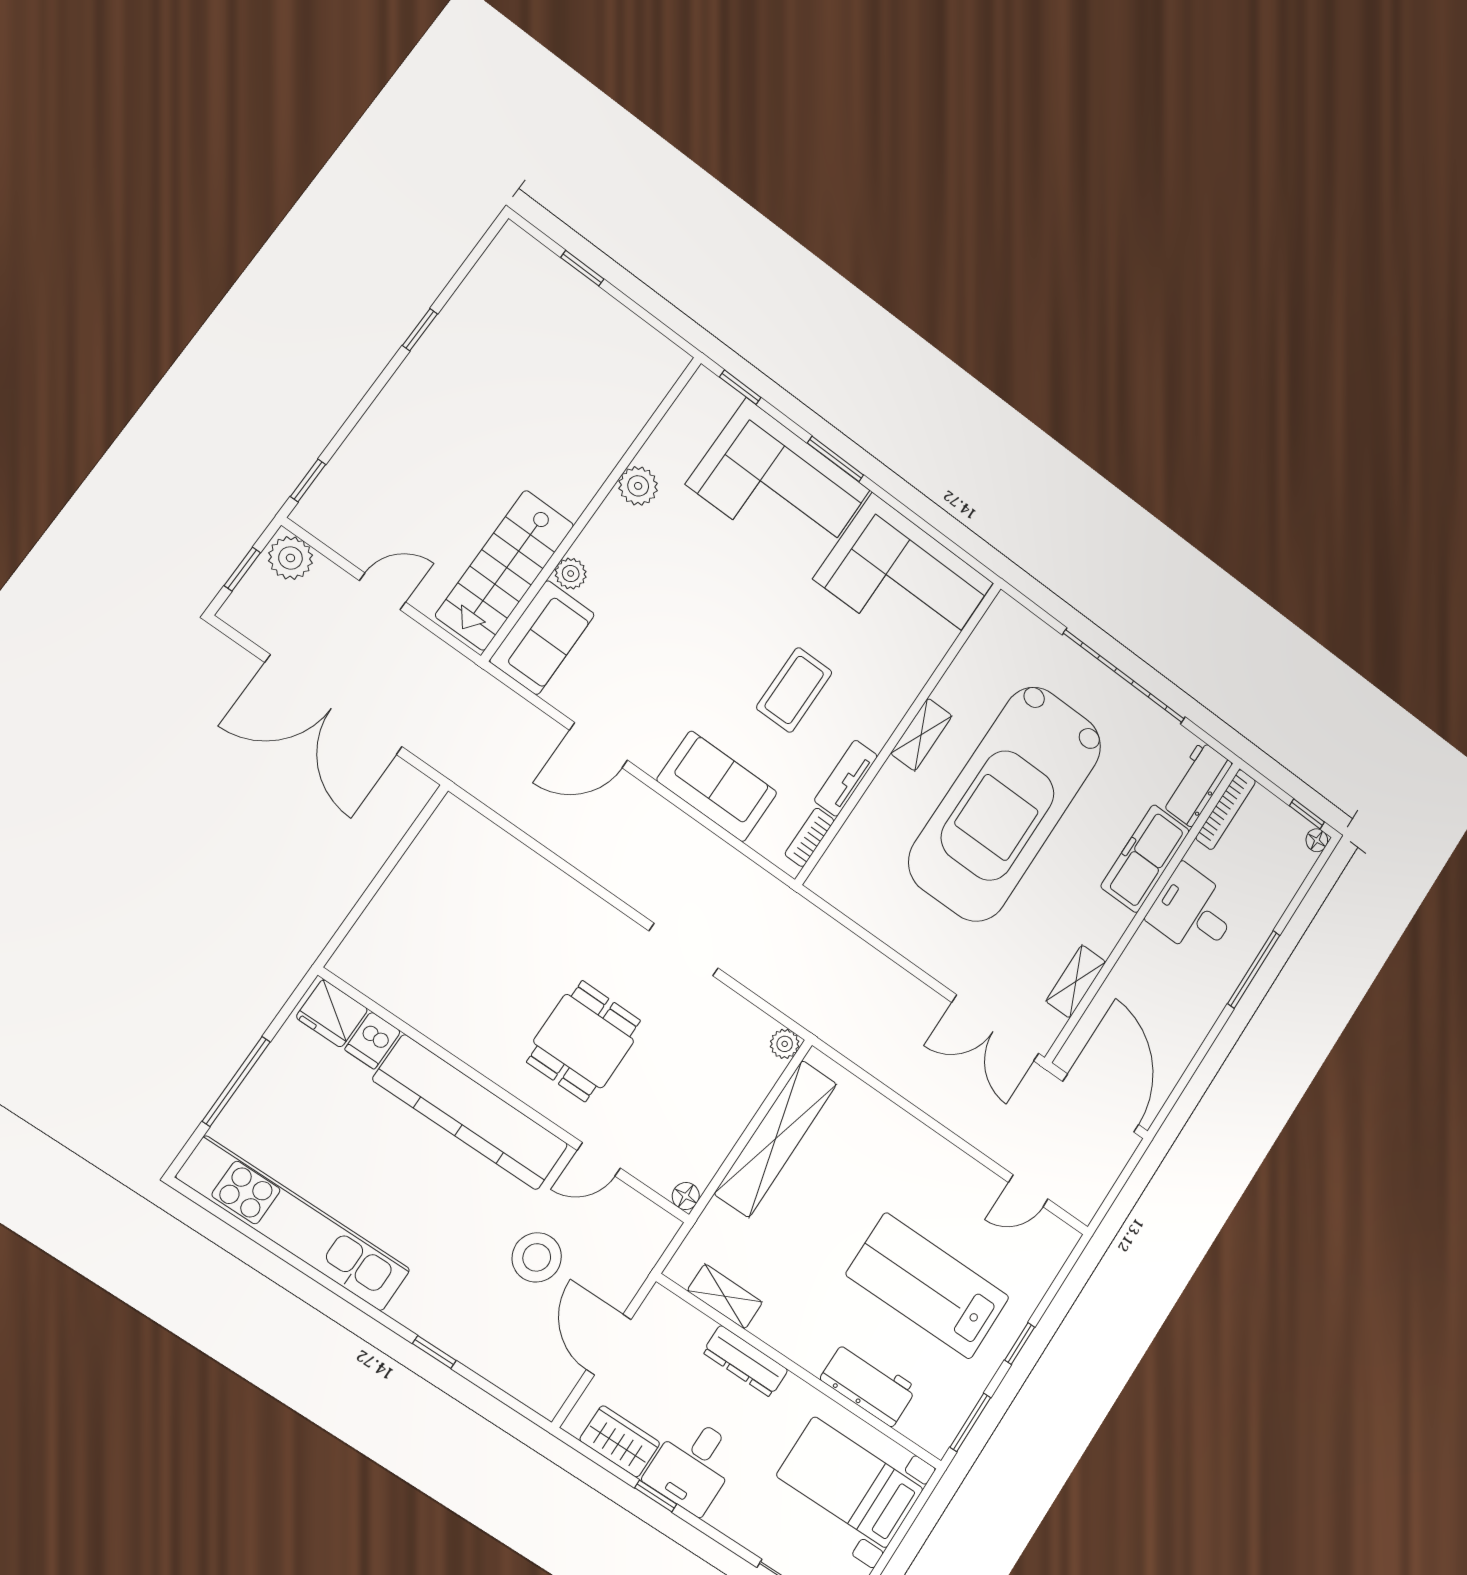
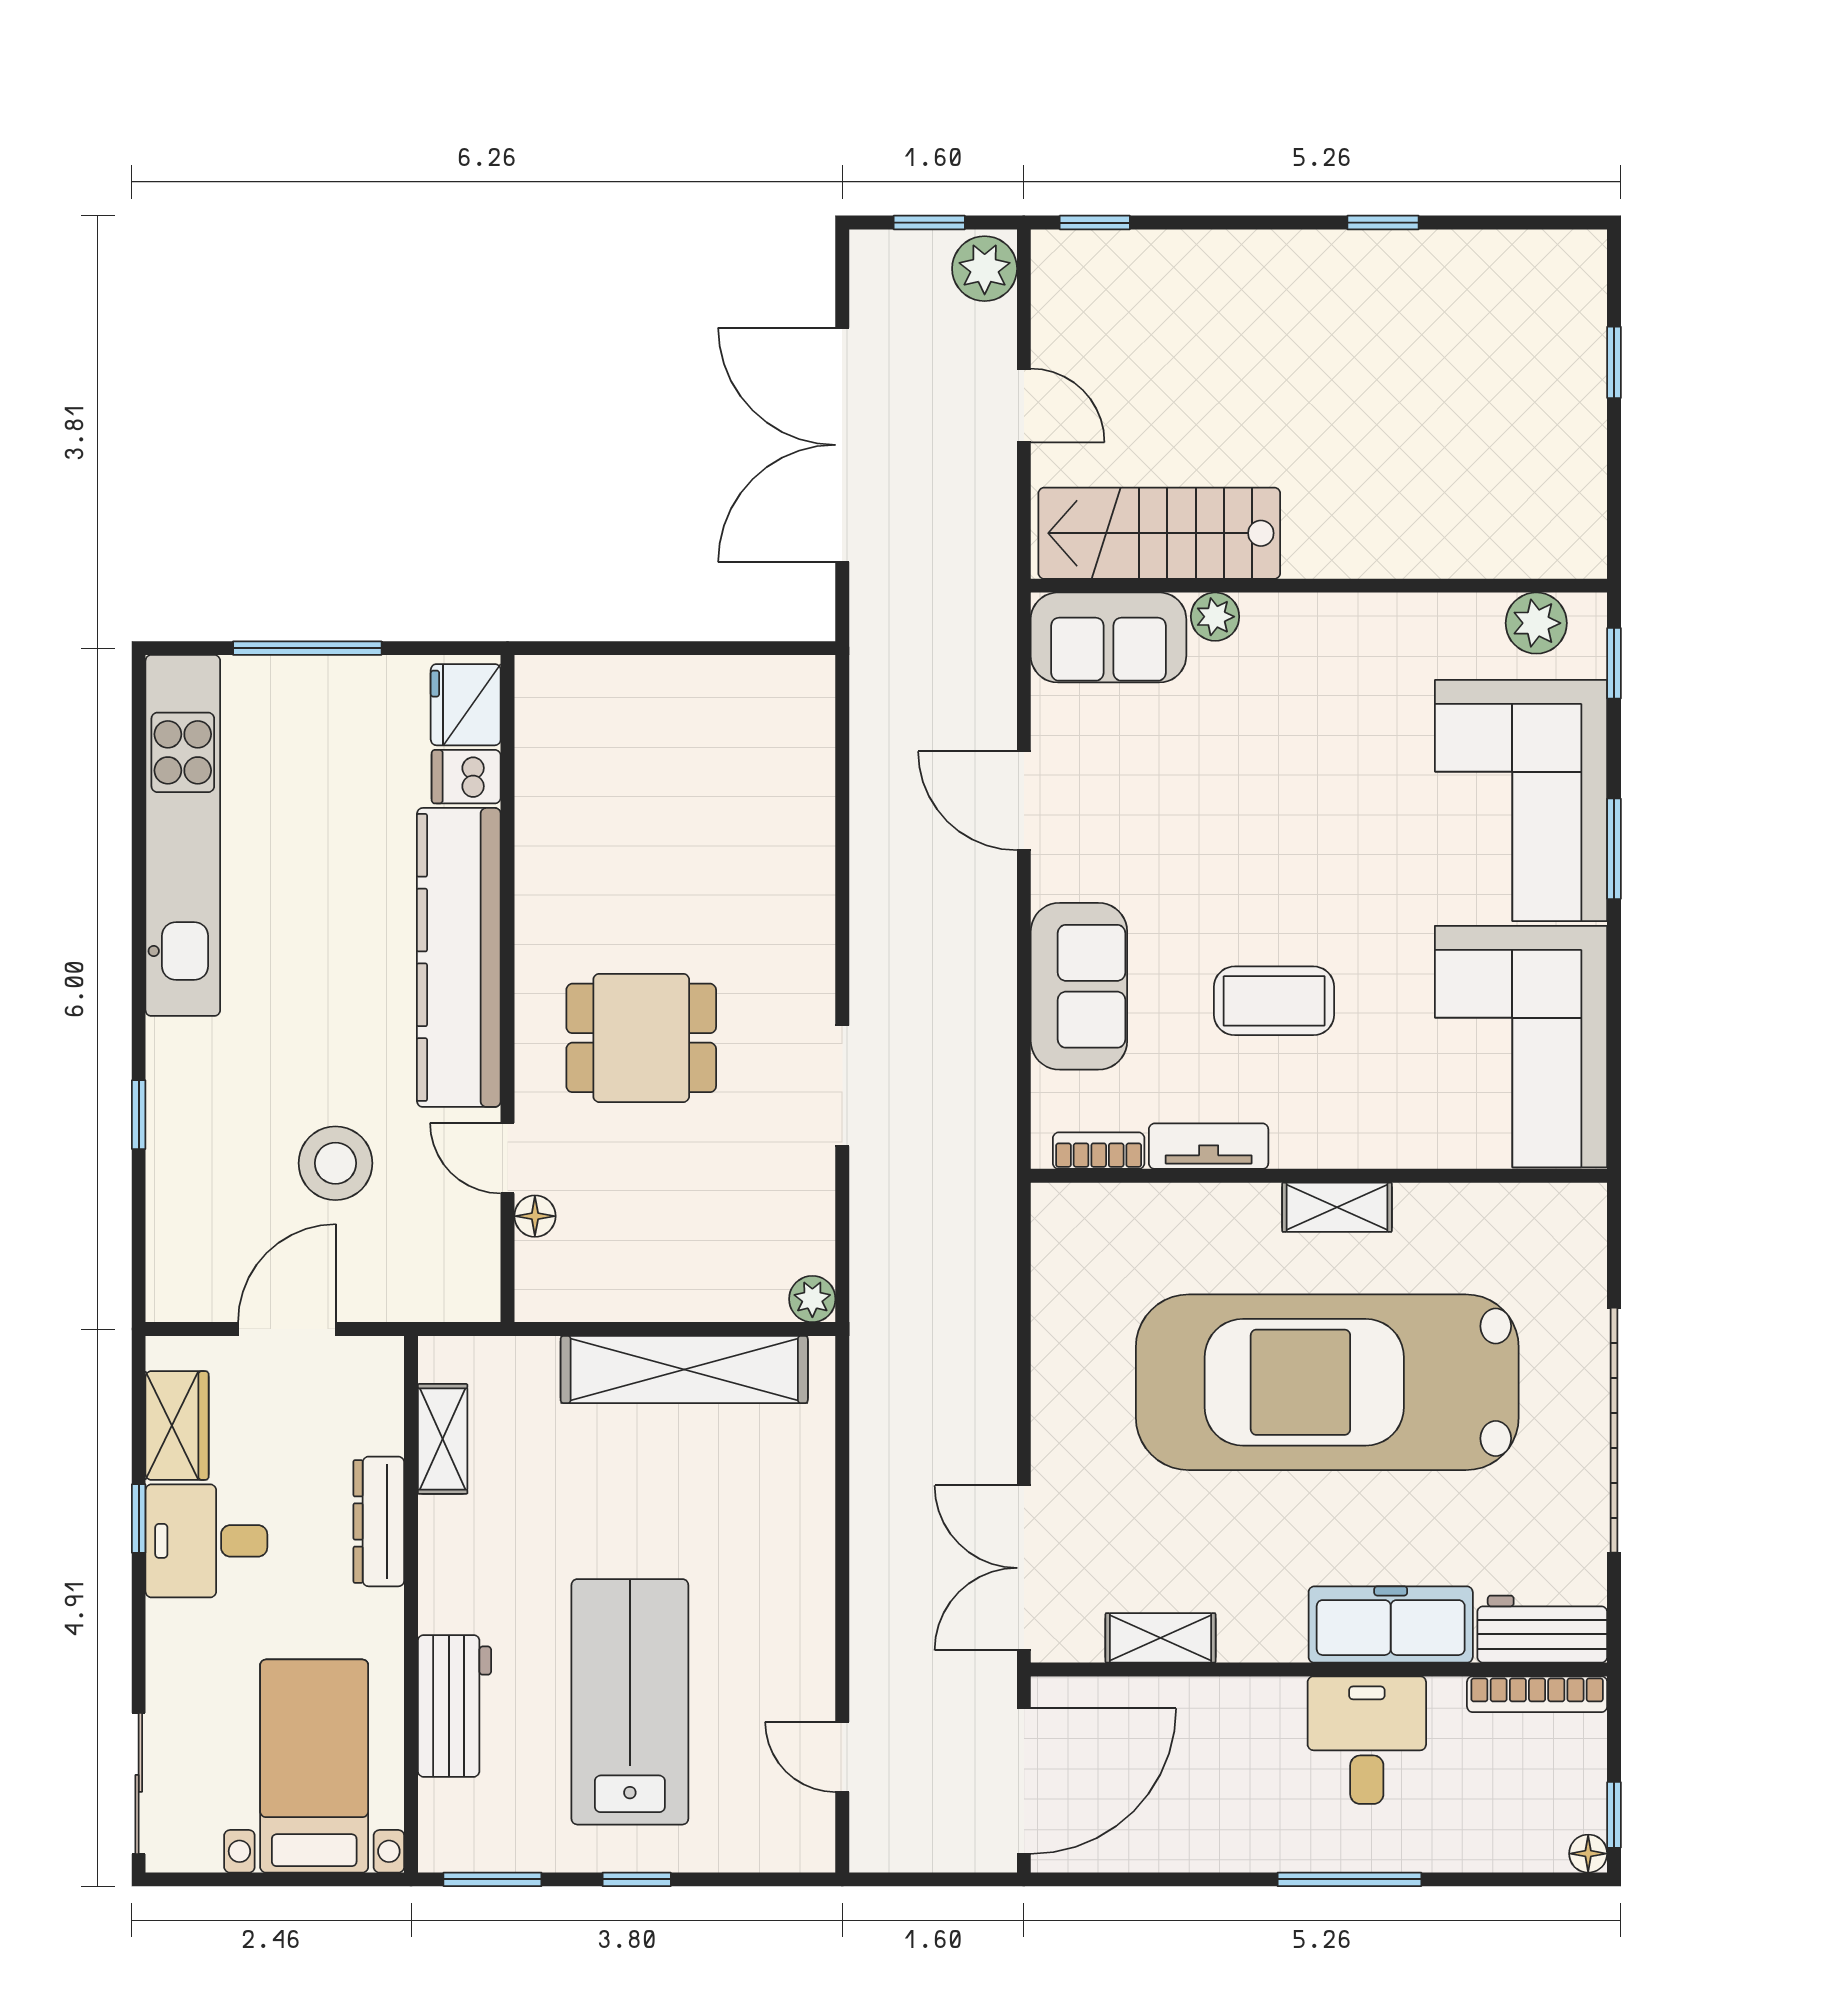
plant: (638, 486) -> (1536, 623), moved
floor lamp: (686, 1196) -> (535, 1216), moved

